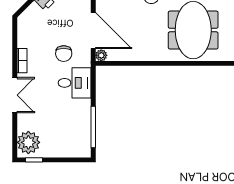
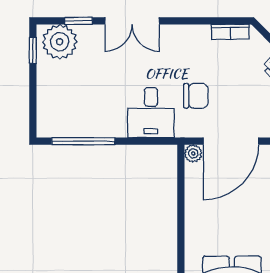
chair: (64, 54) -> (196, 96), turned 180
bookcase: (22, 61) -> (230, 32), moved
window: (15, 130) -> (78, 21), added

